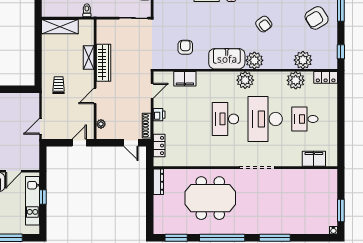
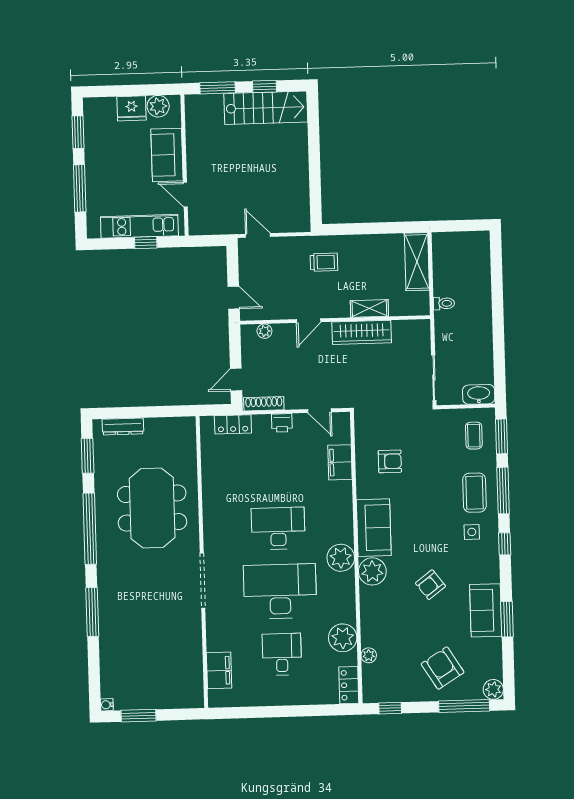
plant: (303, 60) -> (369, 655), width x0.53, depth x0.53
door: (95, 96) -> (309, 321), swing flipped
dresser: (158, 182) -> (123, 426), moved

